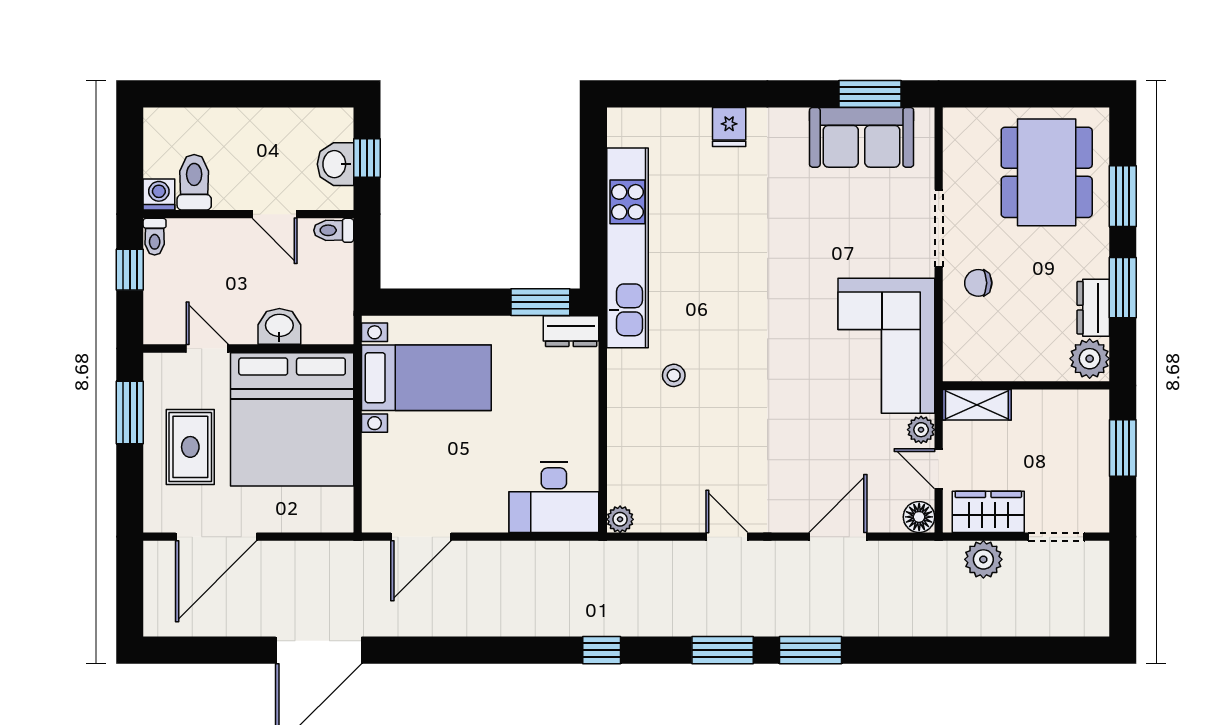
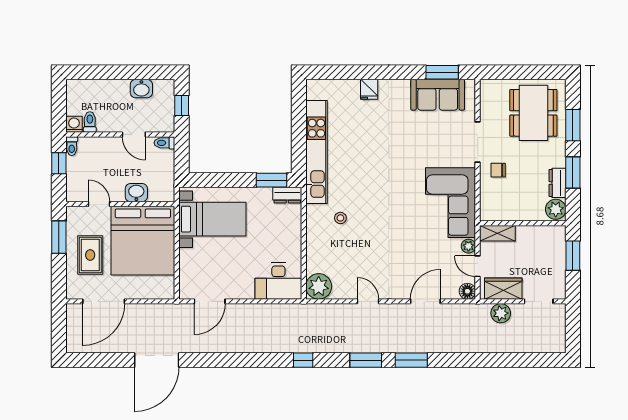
washbasin: (335, 164) -> (141, 89), moved, turned -90
toilet: (194, 182) -> (90, 122), width x0.73, depth x0.72
plant: (620, 519) -> (319, 286), width x1.88, depth x1.88

